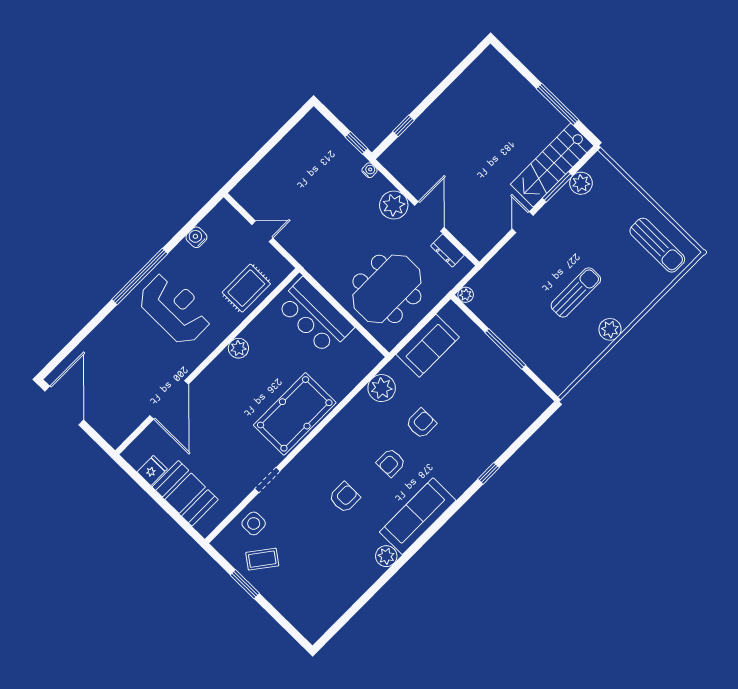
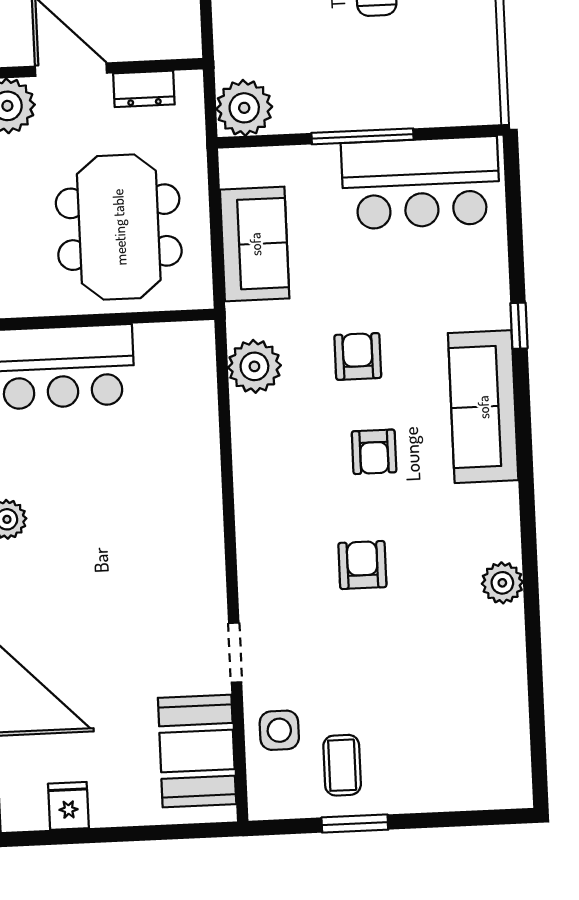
plant: (466, 295) -> (244, 108), width x1.87, depth x1.87
bar counter: (508, 387) -> (421, 183), added
pool table: (295, 414) -> (176, 526), removed
booth: (185, 493) -> (197, 751), moved, turned 90
sofa: (418, 516) -> (483, 407), moved
coffee table: (262, 559) -> (342, 765), turned -37

